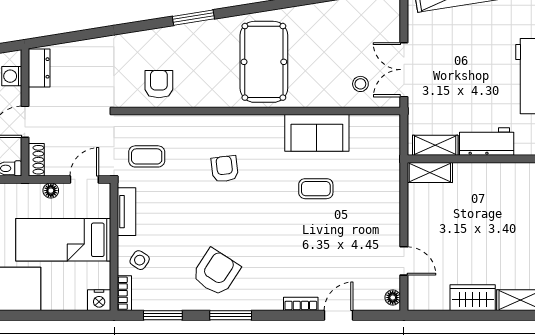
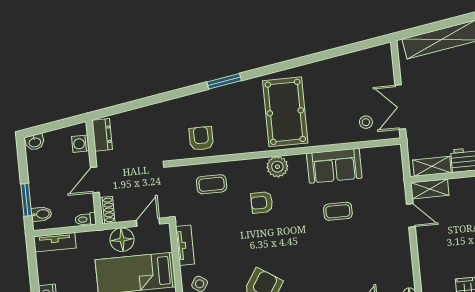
plant: (248, 127) -> (277, 167), added
coffee table: (147, 156) -> (212, 184), moved
armchair: (225, 169) -> (262, 202), turned -83
floor lamp: (51, 191) -> (122, 240), width x1.89, depth x1.89
door: (404, 261) -> (411, 215), moved

